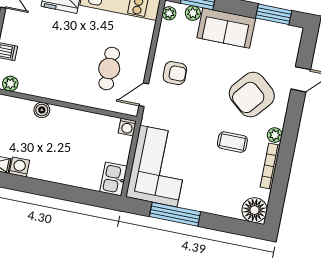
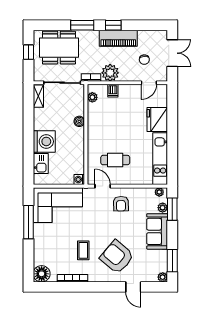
plant: (275, 135) -> (163, 277), moved
washing machine: (19, 167) -> (44, 141), moved, width x1.89, depth x1.89
kitchen sink: (113, 179) -> (41, 163), moved, turned 90

